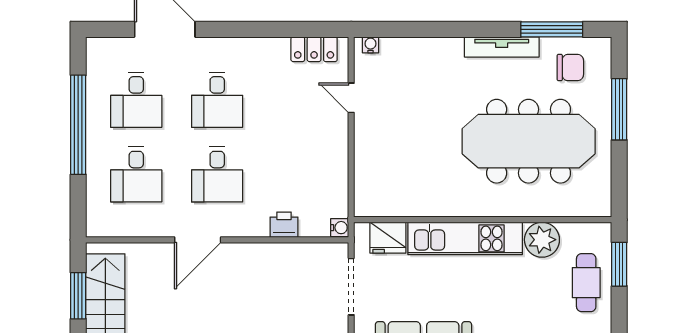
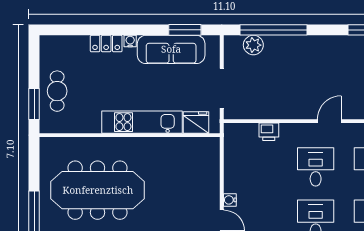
water cooler: (340, 228) -> (230, 200), moved
door: (198, 240) -> (329, 121), width x0.73
plant: (542, 240) -> (88, 121), removed

